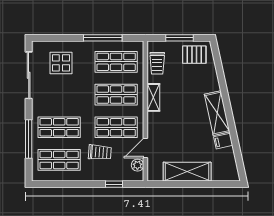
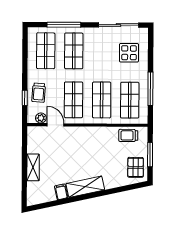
shelving: (153, 97) -> (99, 132), removed
trolley: (100, 152) -> (39, 93), moved
shelving: (187, 172) -> (33, 167), width x0.67, depth x0.75

